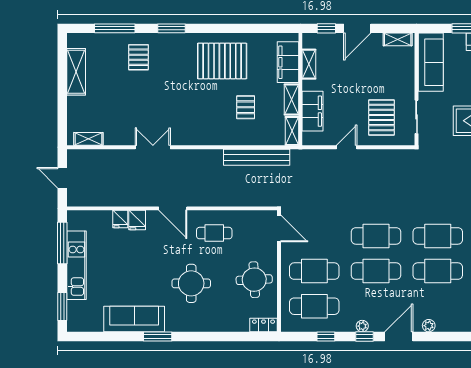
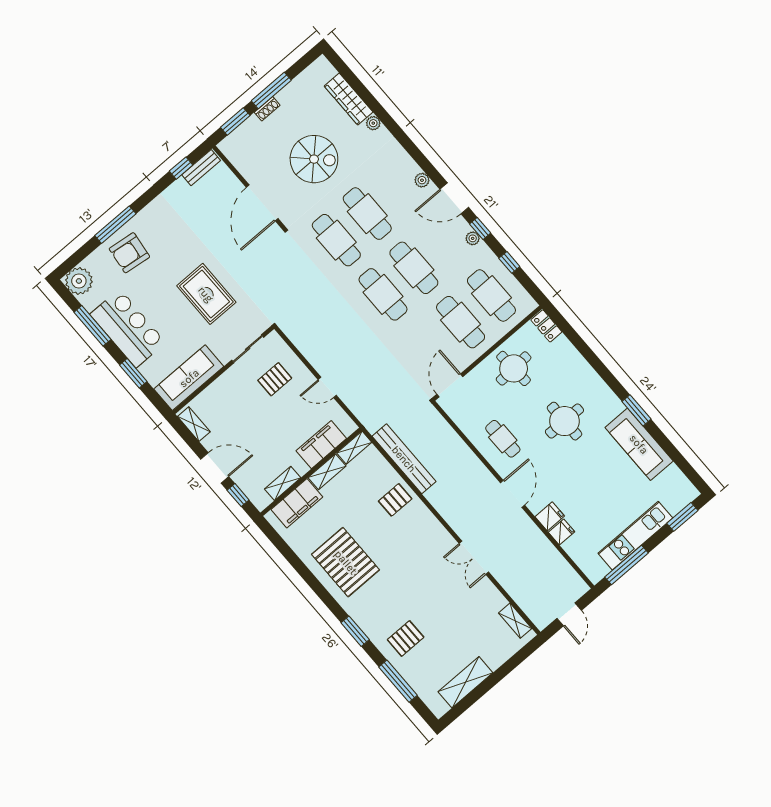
pallet: (246, 107) -> (395, 500), moved
pallet: (381, 117) -> (275, 379), width x0.67, depth x0.71

